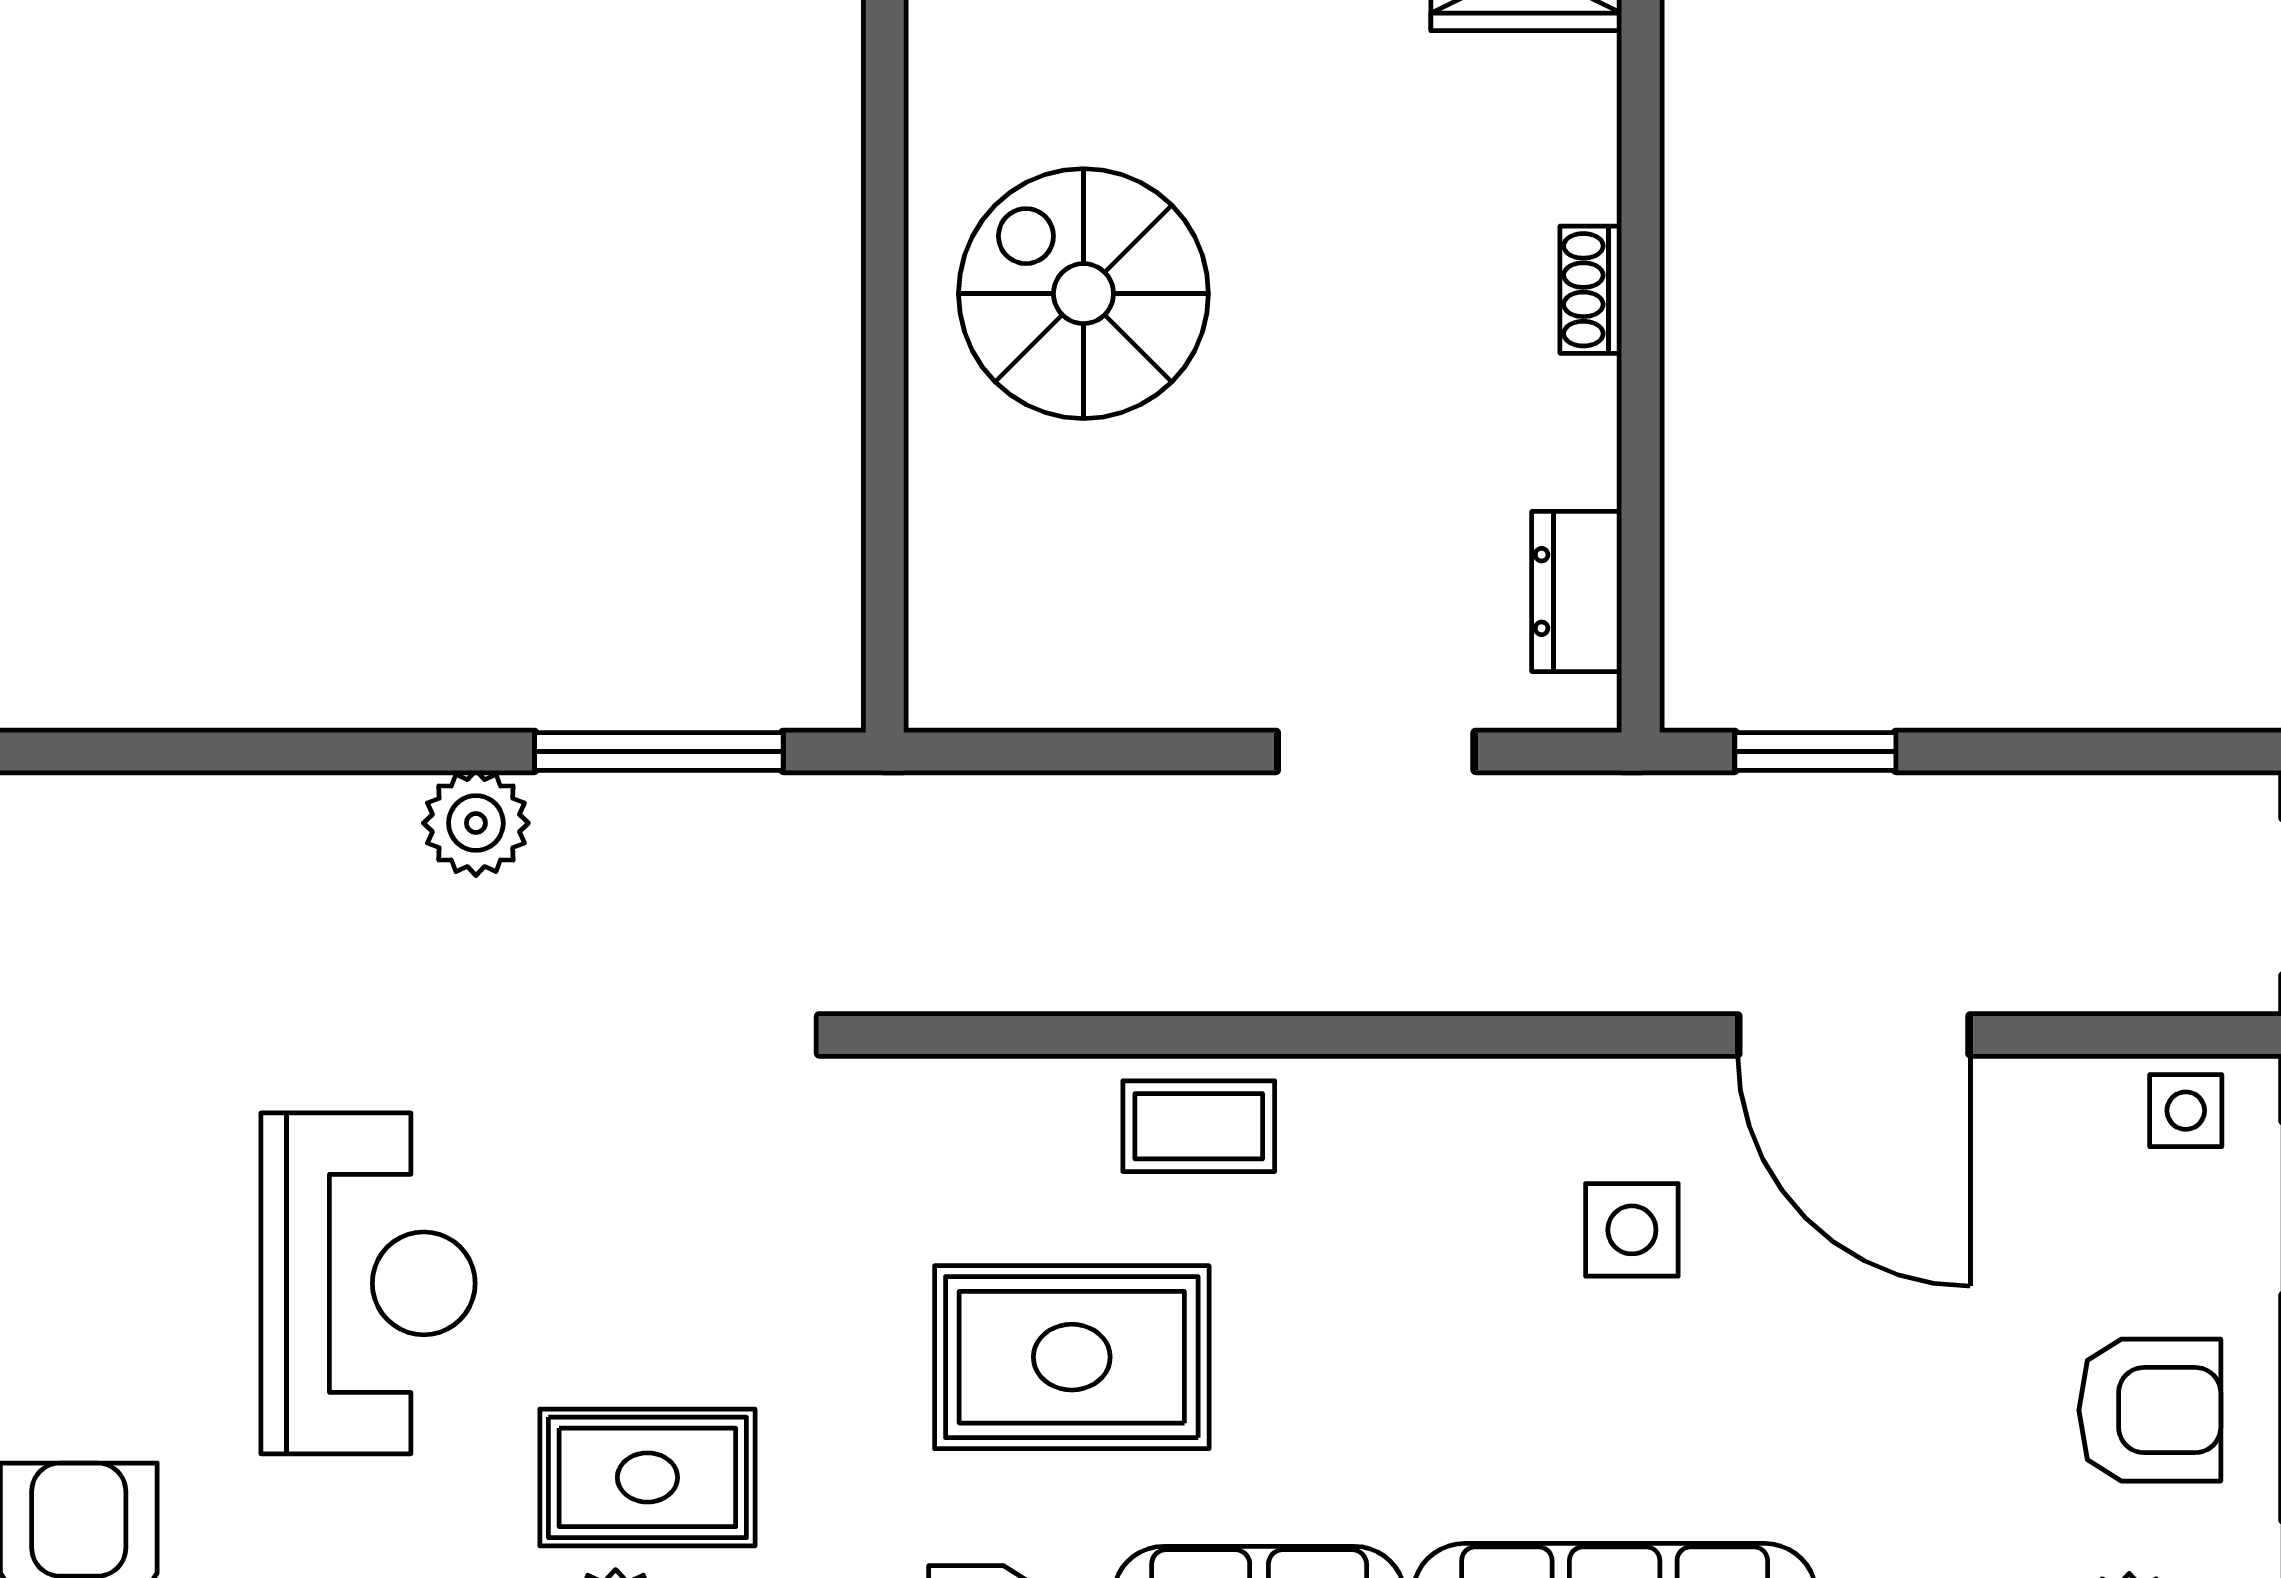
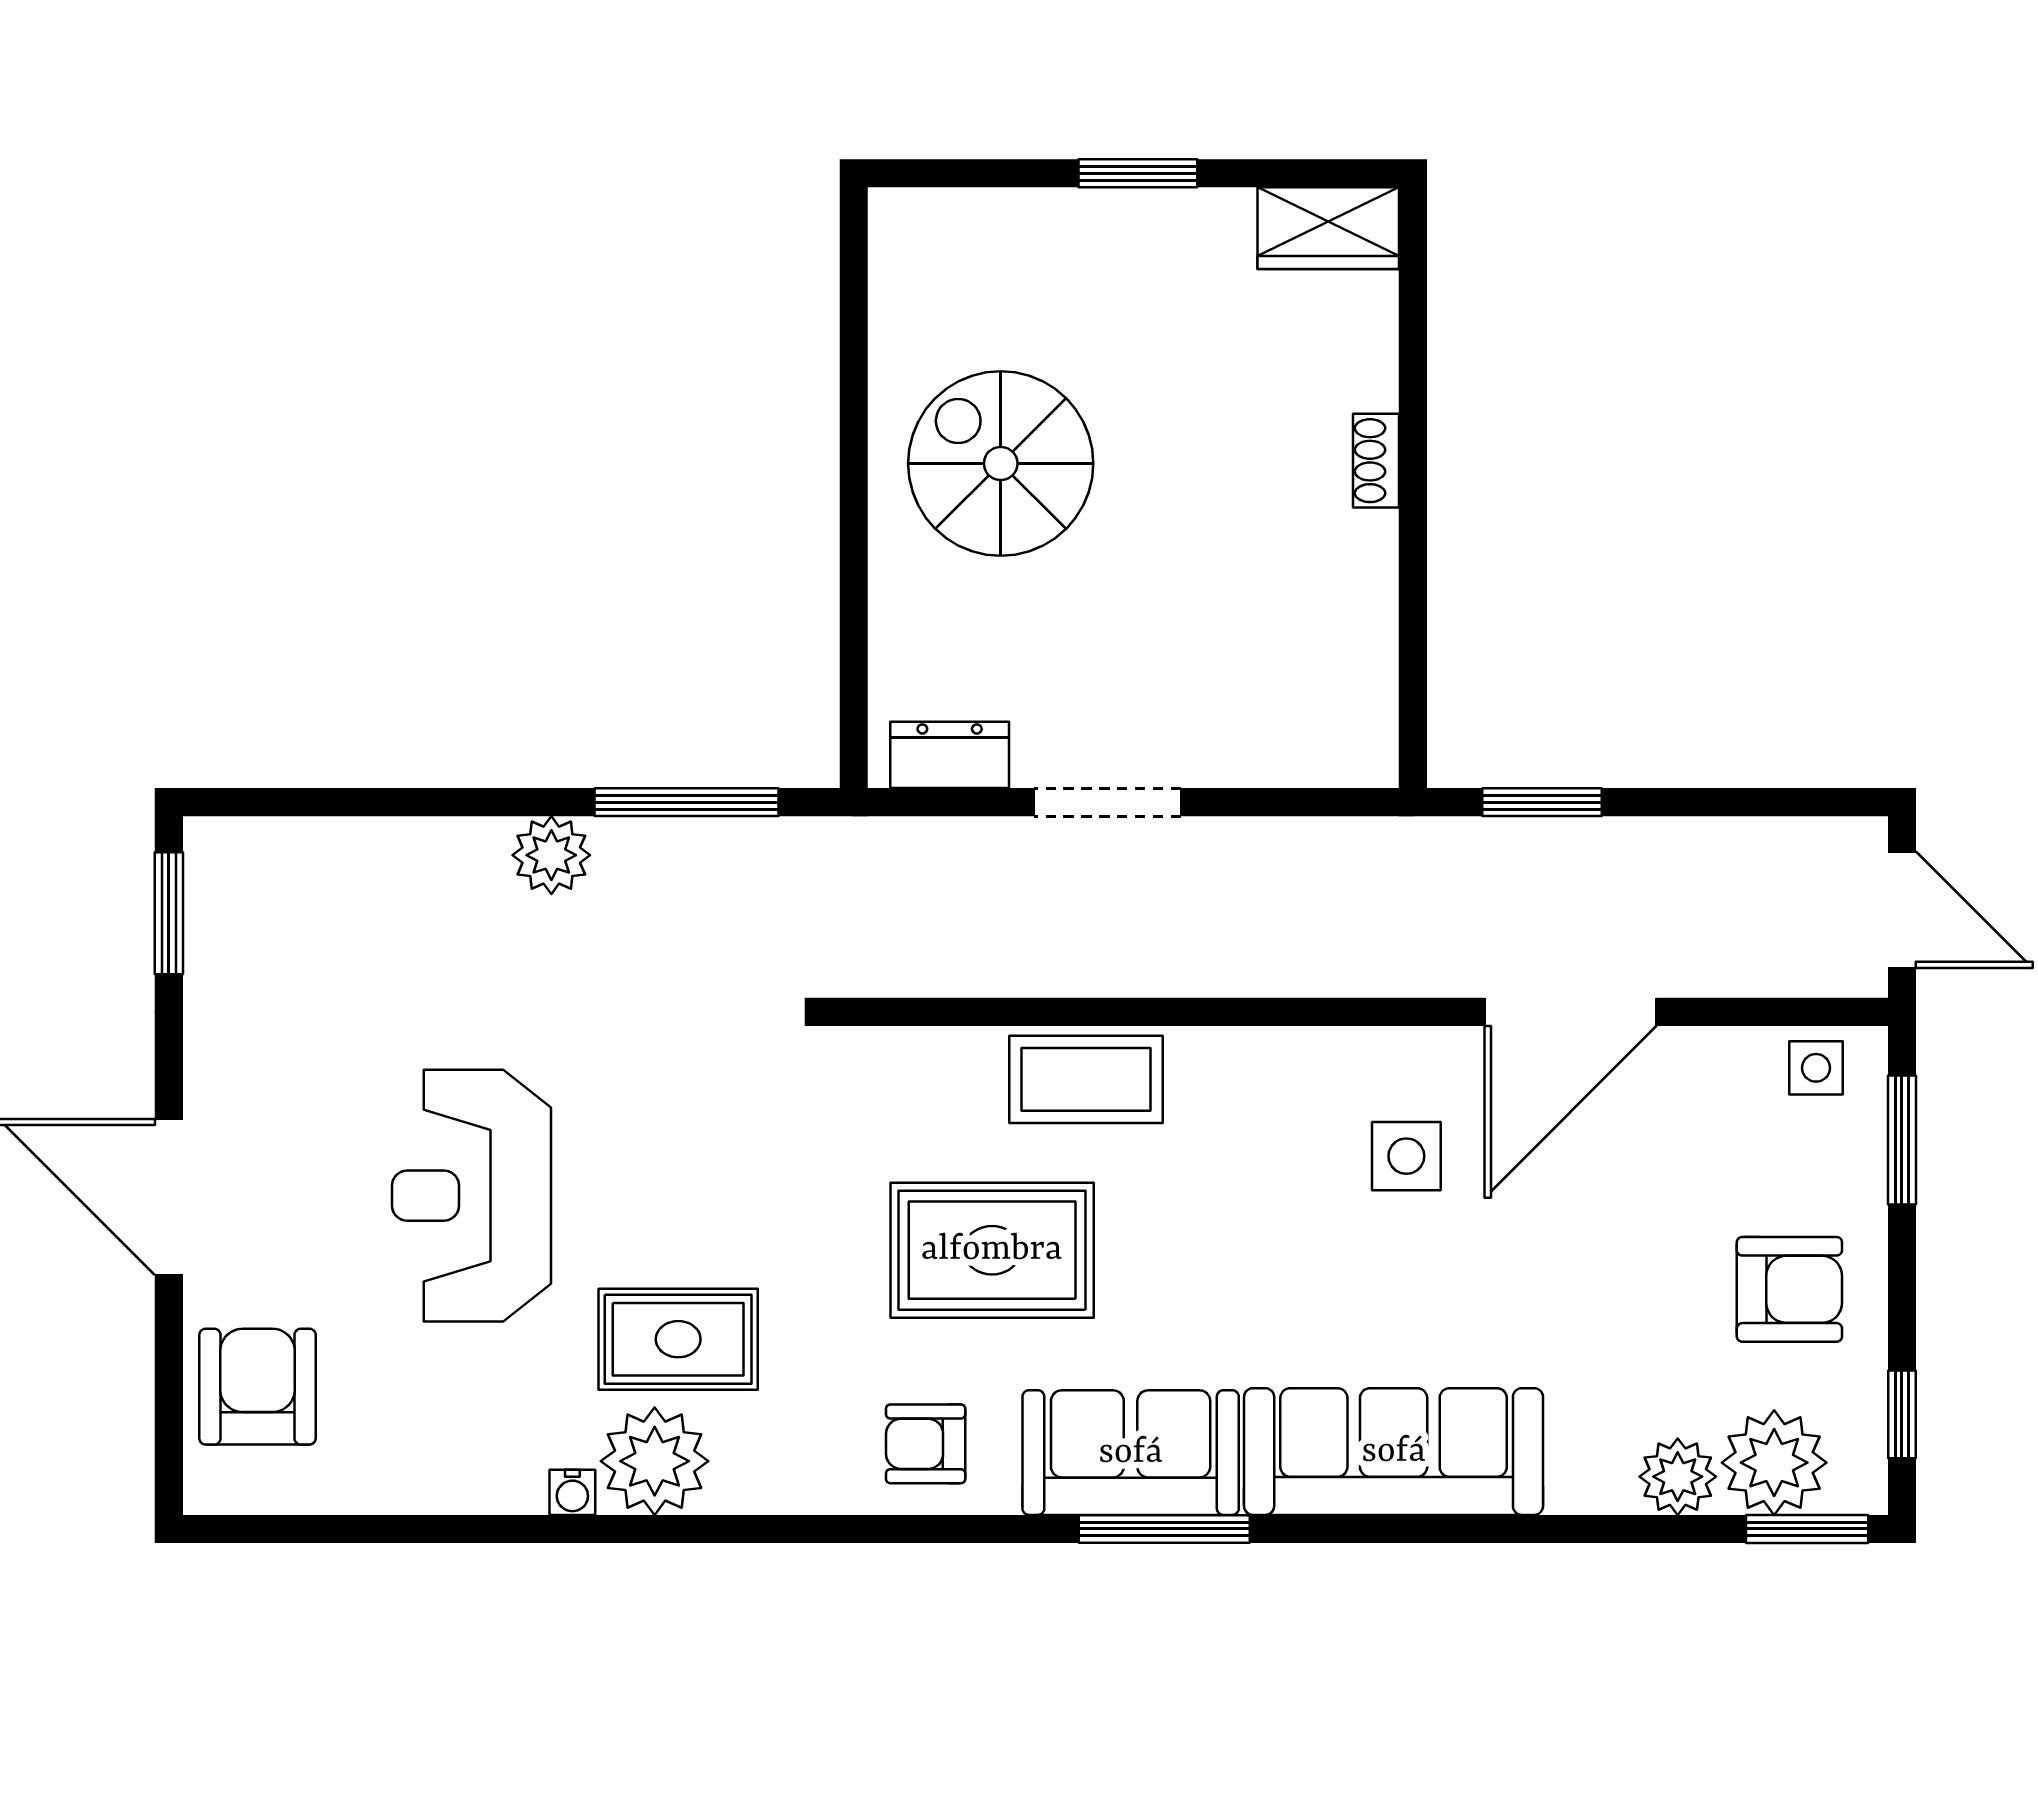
dresser: (1577, 591) -> (950, 755), moved, turned 90
doorway: (1376, 751) -> (1107, 802), moved
door: (1854, 1035) -> (1571, 1012), hinge flipped
coffee table: (1199, 1126) -> (1086, 1079), width x1.36, depth x1.30
reception desk: (368, 1283) -> (471, 1196), turned 180

